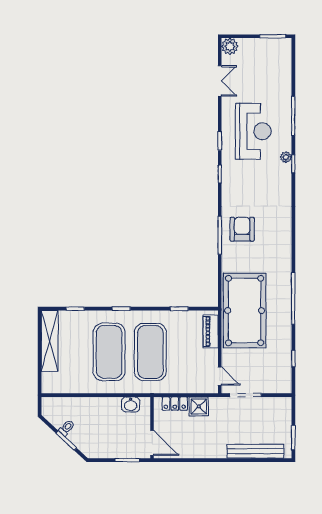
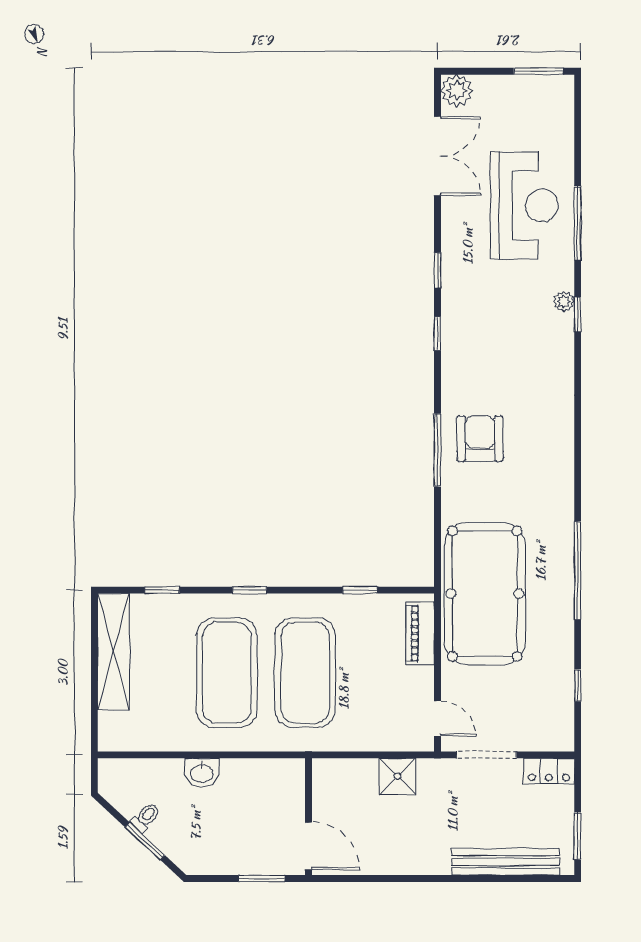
double door: (220, 81) -> (438, 156), width x1.37
reception desk: (253, 131) -> (524, 205), moved
locker: (175, 404) -> (549, 771), moved
washbasin: (131, 405) -> (202, 773), moved

